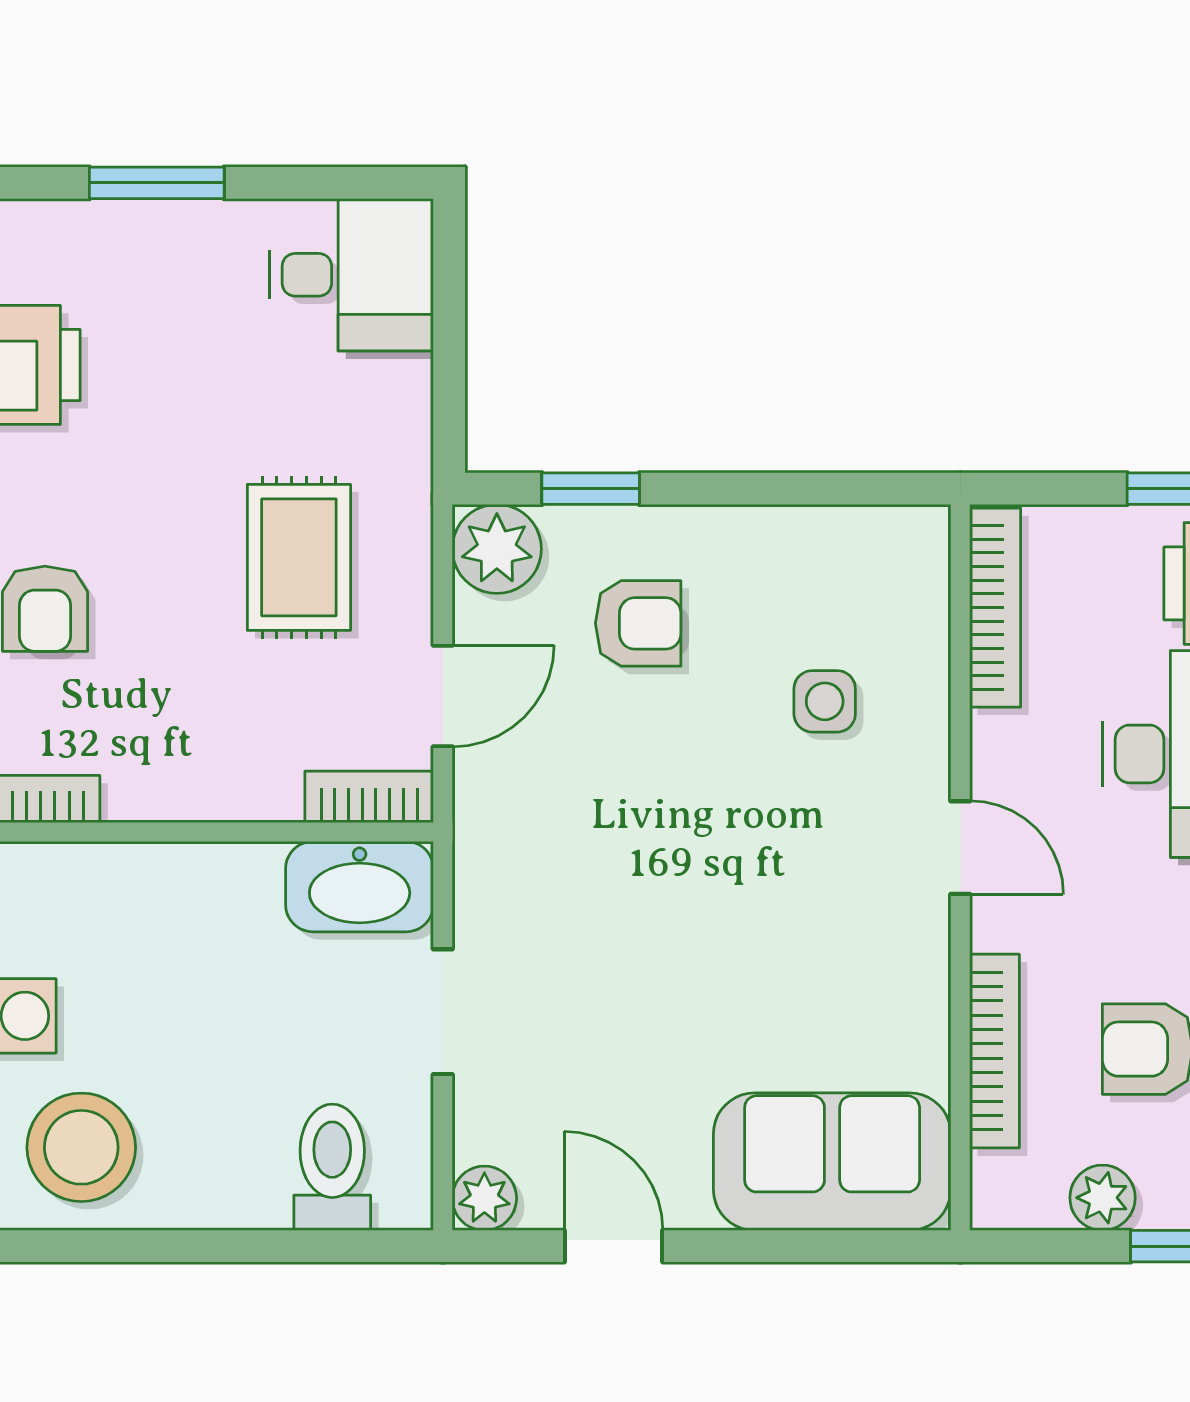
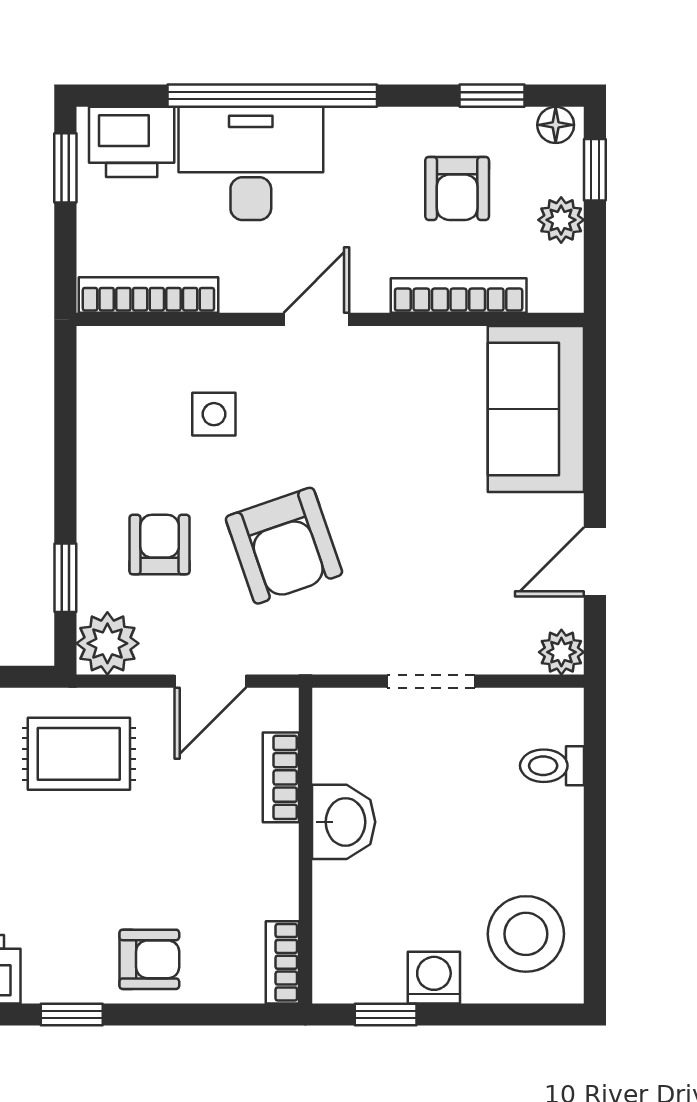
rug: (299, 557) -> (79, 754), moved
door: (443, 696) -> (210, 681), swing flipped
bookcase: (369, 797) -> (281, 777), moved
armchair: (637, 801) -> (284, 546), added
washbasin: (360, 887) -> (344, 822), moved, width x0.72
toilet: (332, 1167) -> (552, 766), width x0.73, depth x0.72

